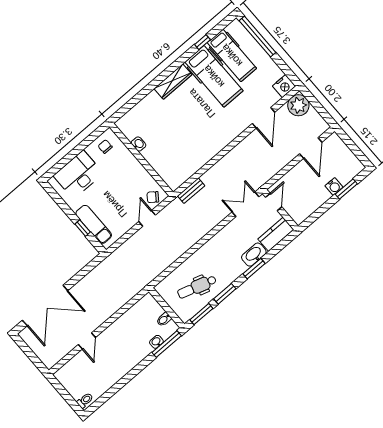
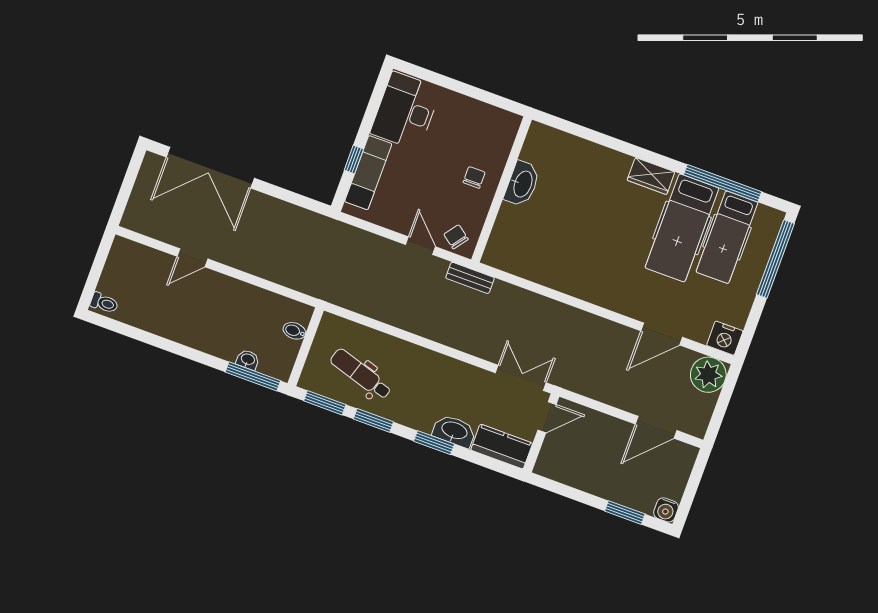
window: (202, 42) -> (723, 183), width x3.17
wardrobe: (173, 82) -> (651, 176), width x0.67
washbasin: (139, 144) -> (522, 184), width x1.91, depth x1.45
chair: (105, 147) -> (474, 177), moved
desk: (78, 175) -> (406, 111), moved, turned -90
water cooler: (334, 186) -> (666, 510), moved
bench: (191, 191) -> (470, 278), moved
door: (147, 218) -> (420, 246), hinge flipped
bidet: (164, 319) -> (294, 331), moved

